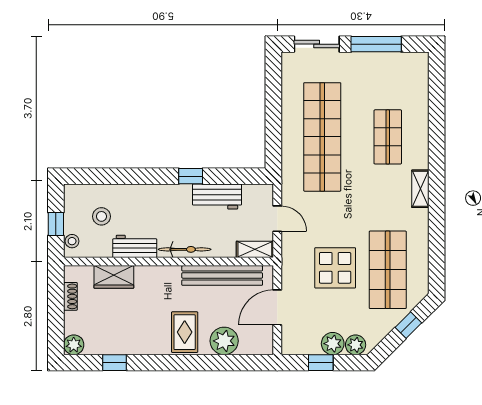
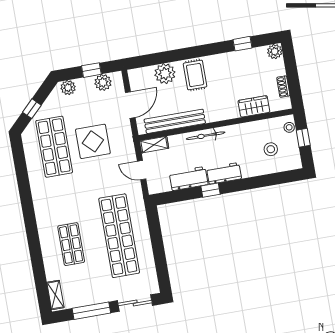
shelving: (420, 189) -> (55, 295), moved
workbench: (135, 246) -> (224, 173), moved, turned 180
plant: (333, 344) -> (103, 82), moved

